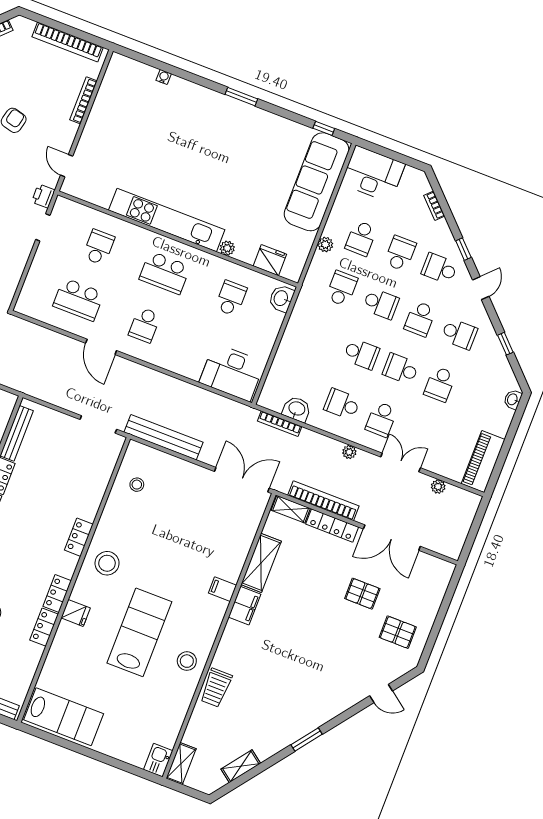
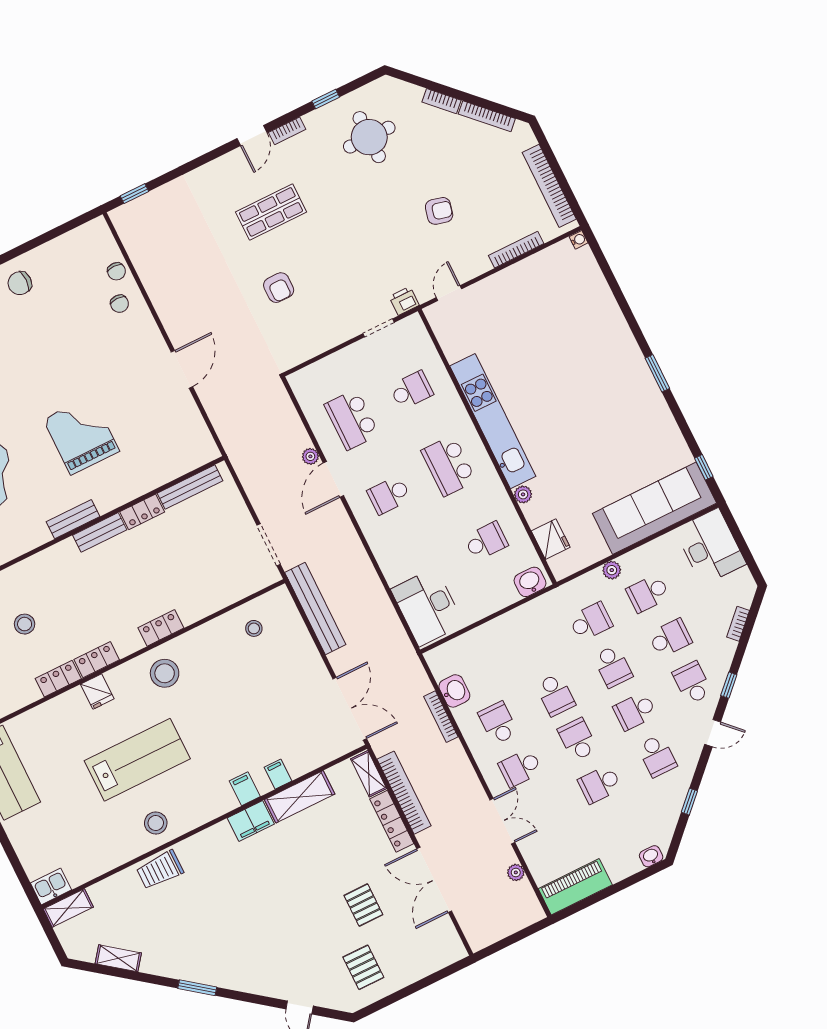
water cooler: (164, 77) -> (579, 240), moved
bookcase: (280, 424) -> (441, 717), moved
plant: (349, 452) -> (310, 456), moved
filing cabinet: (235, 561) -> (278, 774), added

